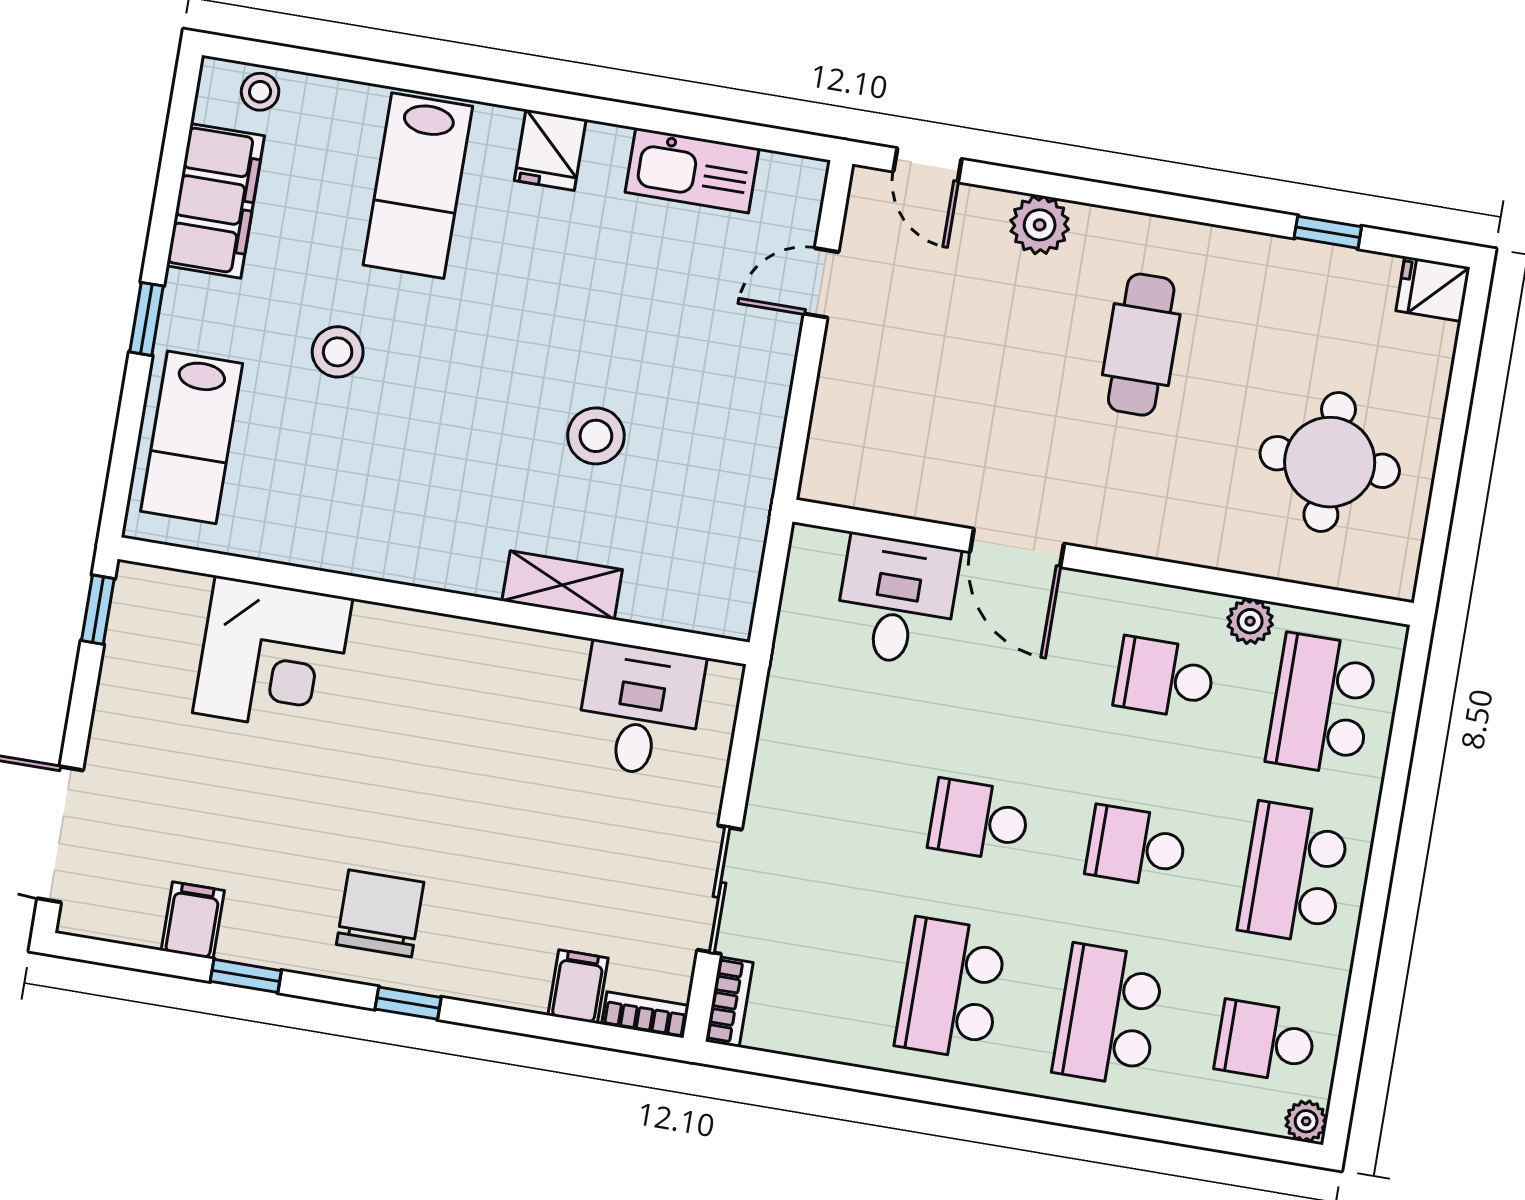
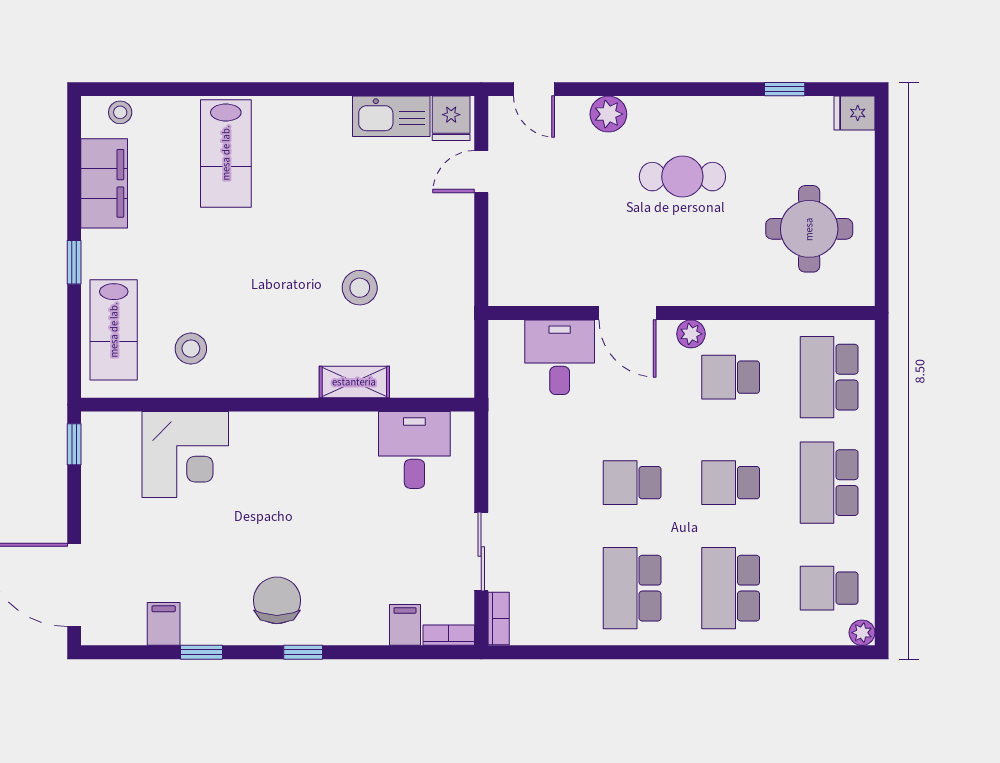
fridge: (550, 150) -> (451, 118), moved
cafe table: (1141, 345) -> (682, 177), turned 90
stool: (338, 352) -> (191, 349), moved
plant: (1250, 621) -> (691, 334), moved

